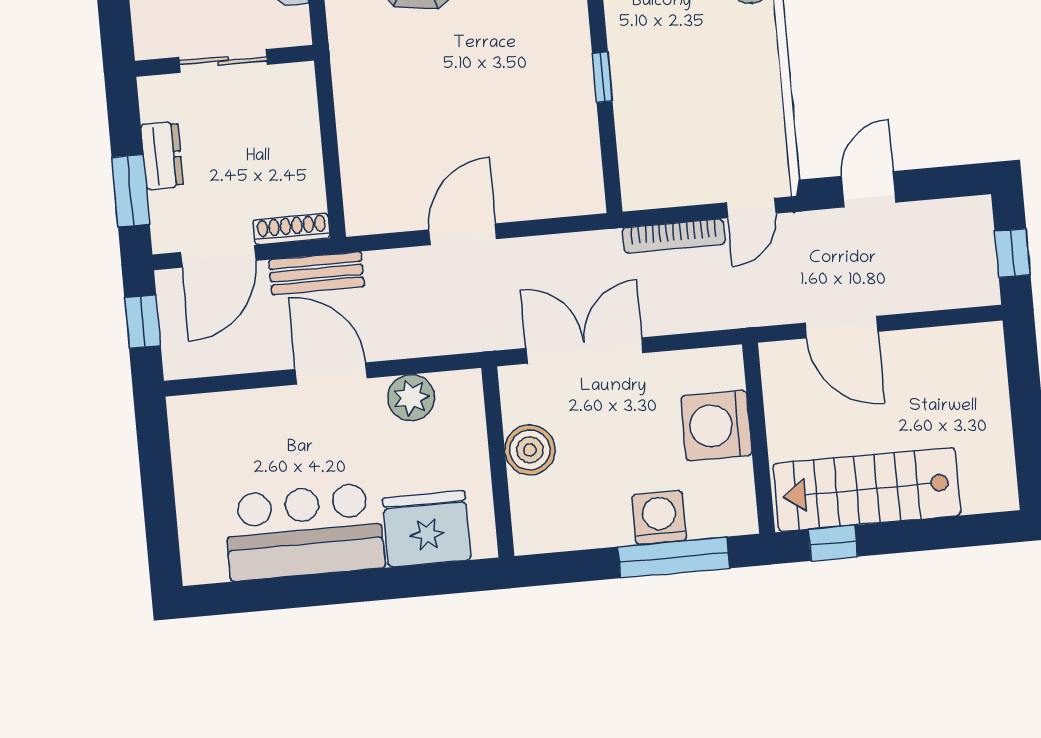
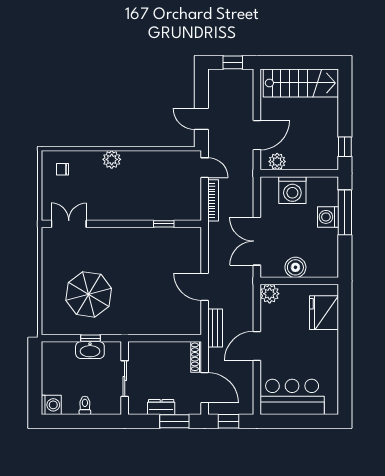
window: (602, 77) -> (164, 224), moved
bench: (317, 273) -> (215, 328), moved
plant: (782, 382) -> (277, 162), added
plant: (411, 398) -> (270, 294), moved
stairs: (867, 489) -> (301, 83), moved, turned -90
bar counter: (304, 532) -> (292, 397), moved, turned 90

